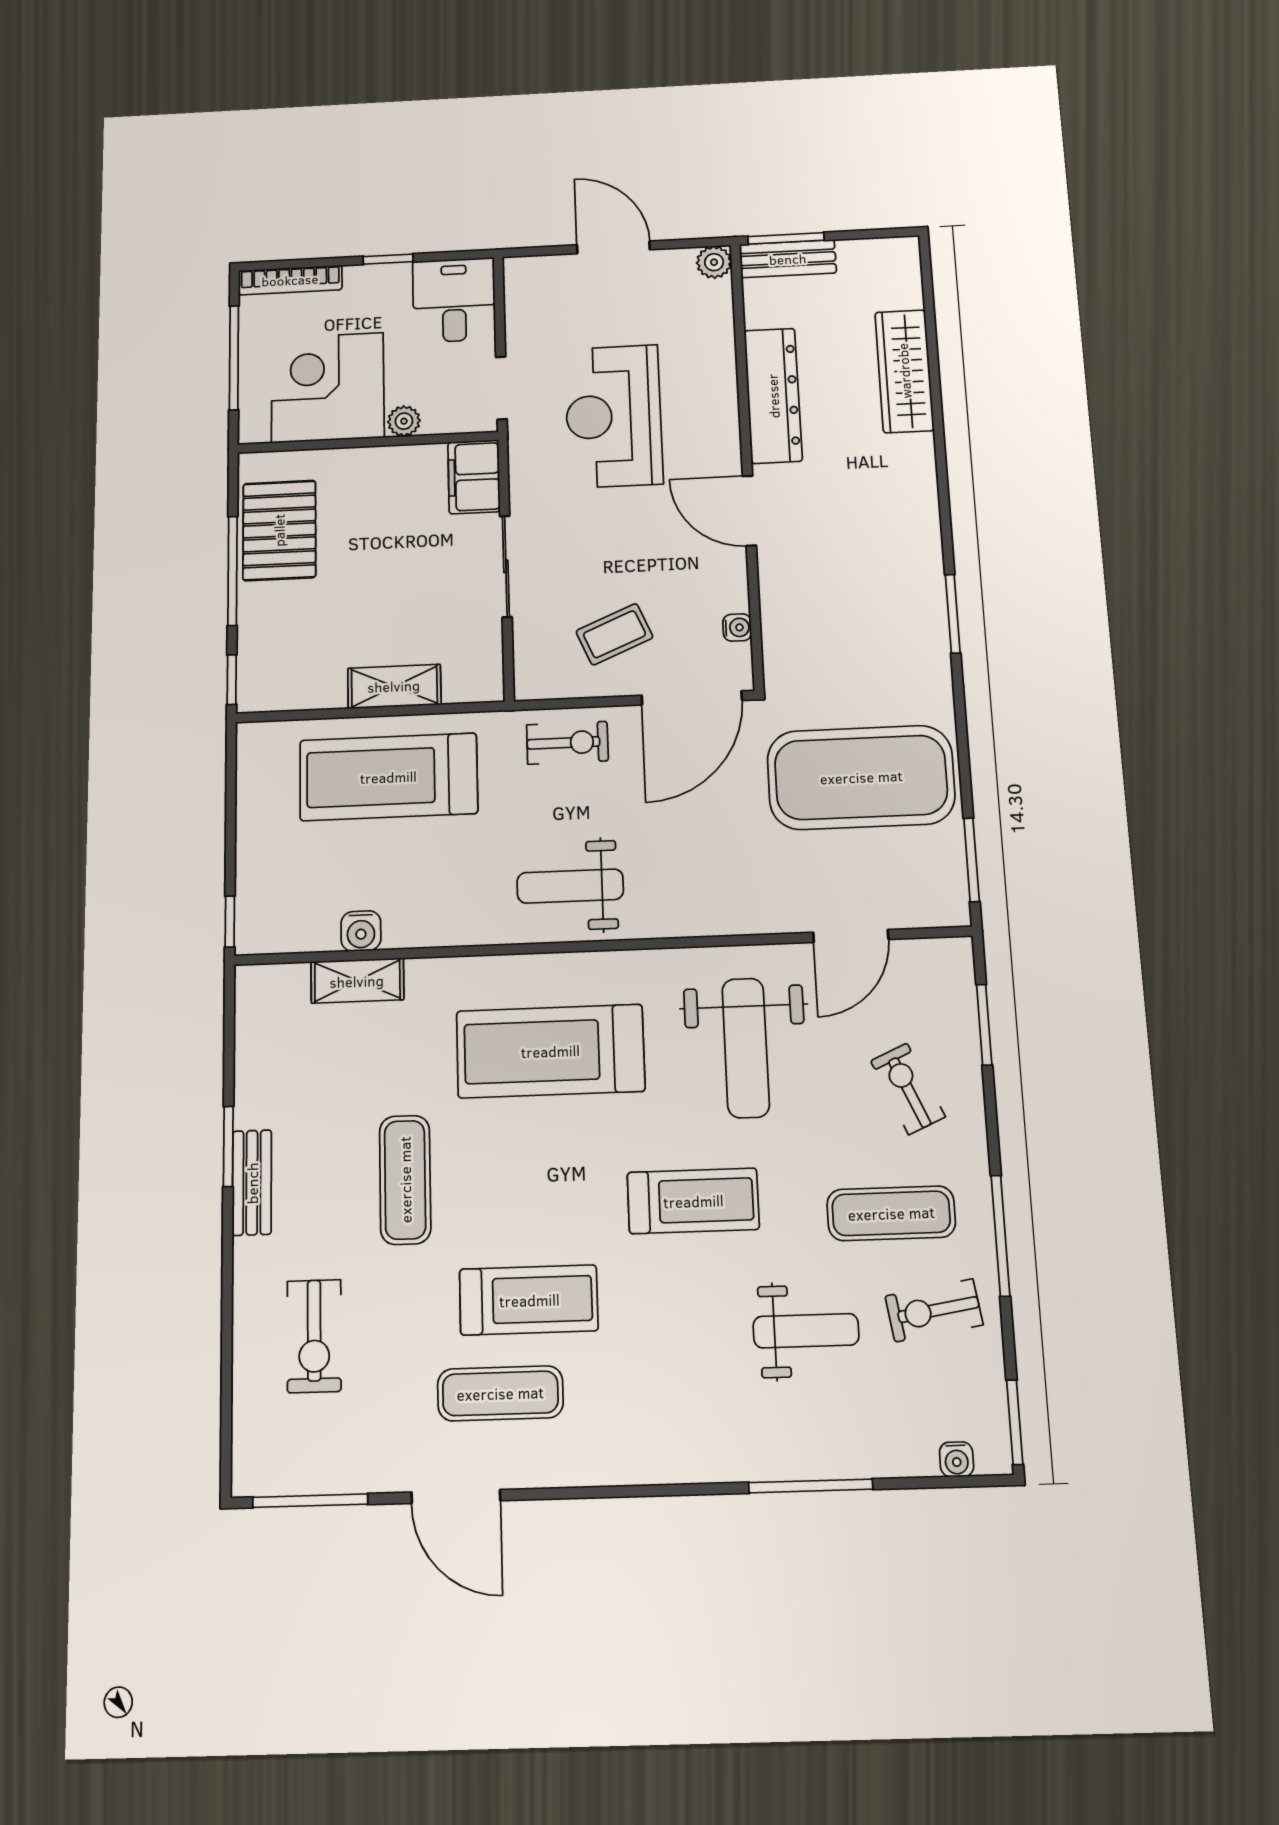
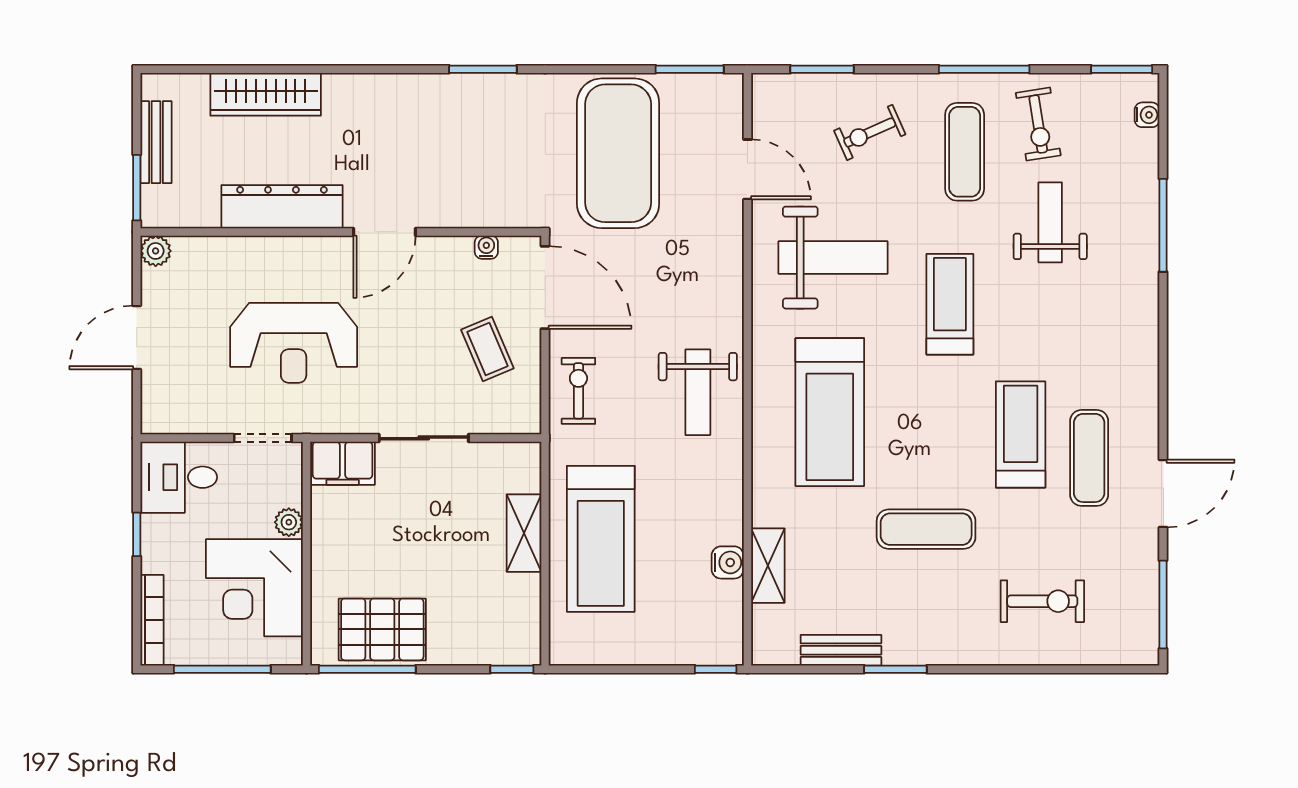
bench: (788, 259) -> (156, 142), moved
window: (232, 571) -> (367, 669), moved
bench: (252, 1183) -> (841, 650), moved

